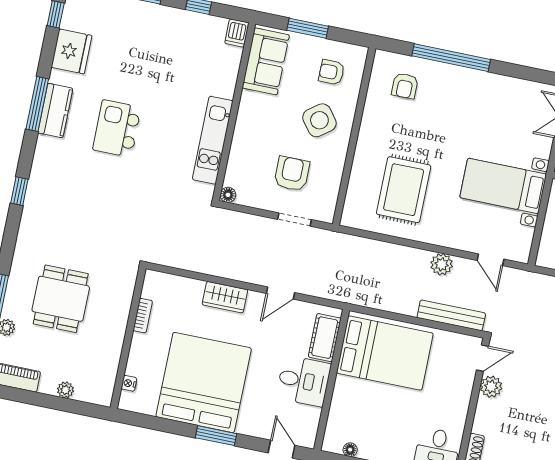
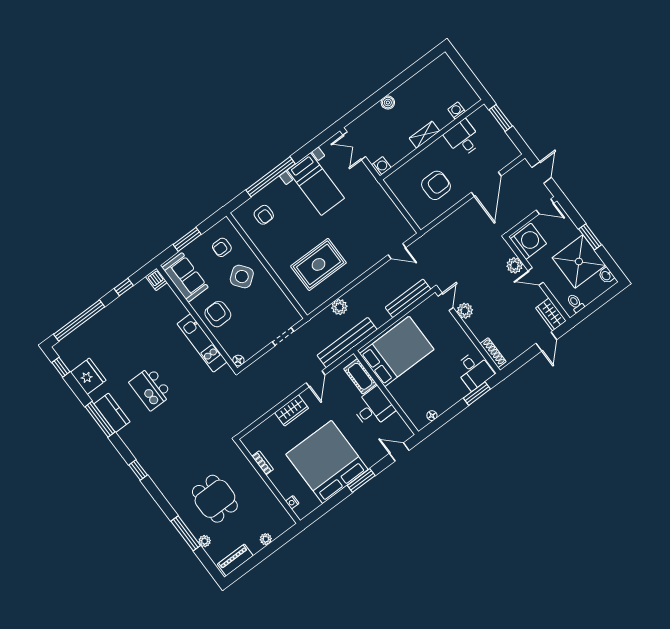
armchair: (292, 174) -> (218, 314), moved
bed with nightstands: (503, 186) -> (316, 184), moved, turned -90
rug: (404, 190) -> (318, 264), turned 90
plant: (442, 264) -> (339, 307), moved
bench: (348, 292) -> (347, 343), added

